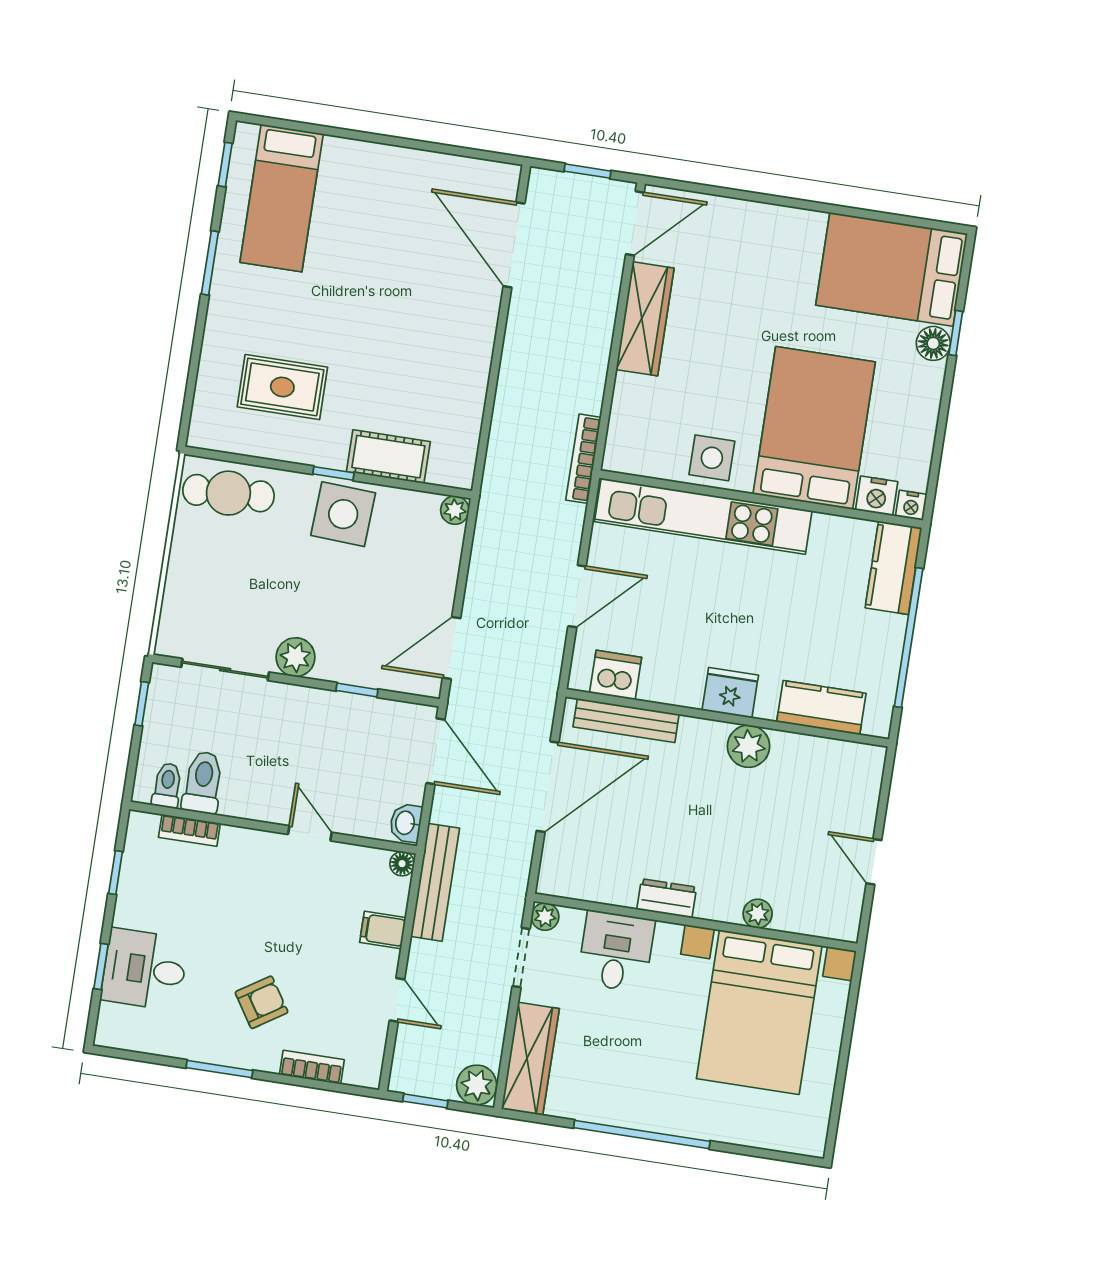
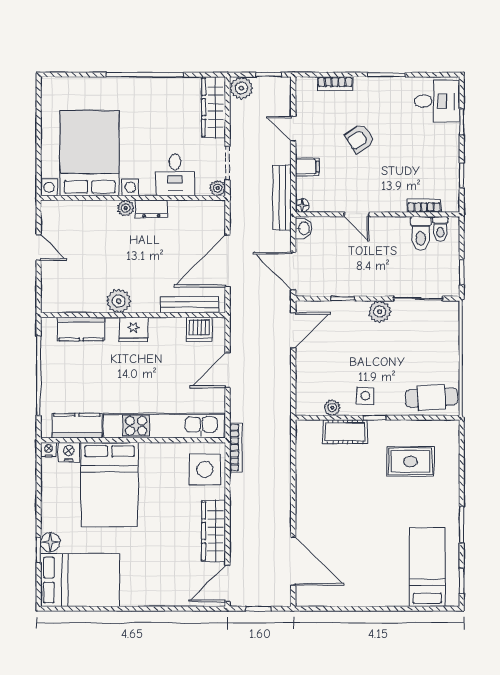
side table: (712, 458) -> (205, 469), moved, width x1.37, depth x1.37
plant: (455, 510) -> (332, 408), moved
side table: (343, 514) -> (365, 396), width x0.54, depth x0.54
kitchen counter: (894, 568) -> (77, 426), moved, turned -90
plant: (758, 914) -> (126, 208), moved
desk: (145, 969) -> (437, 101), moved
armchair: (262, 1002) -> (360, 138), moved

